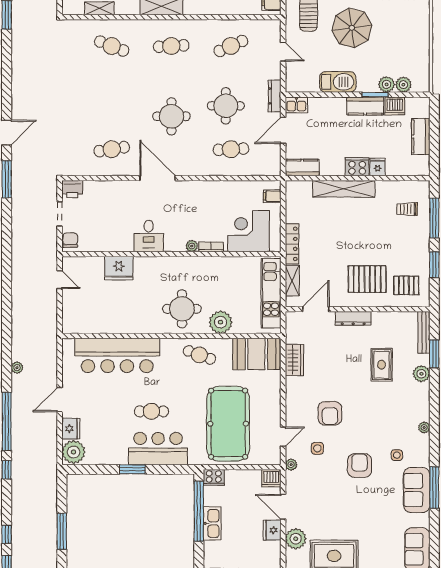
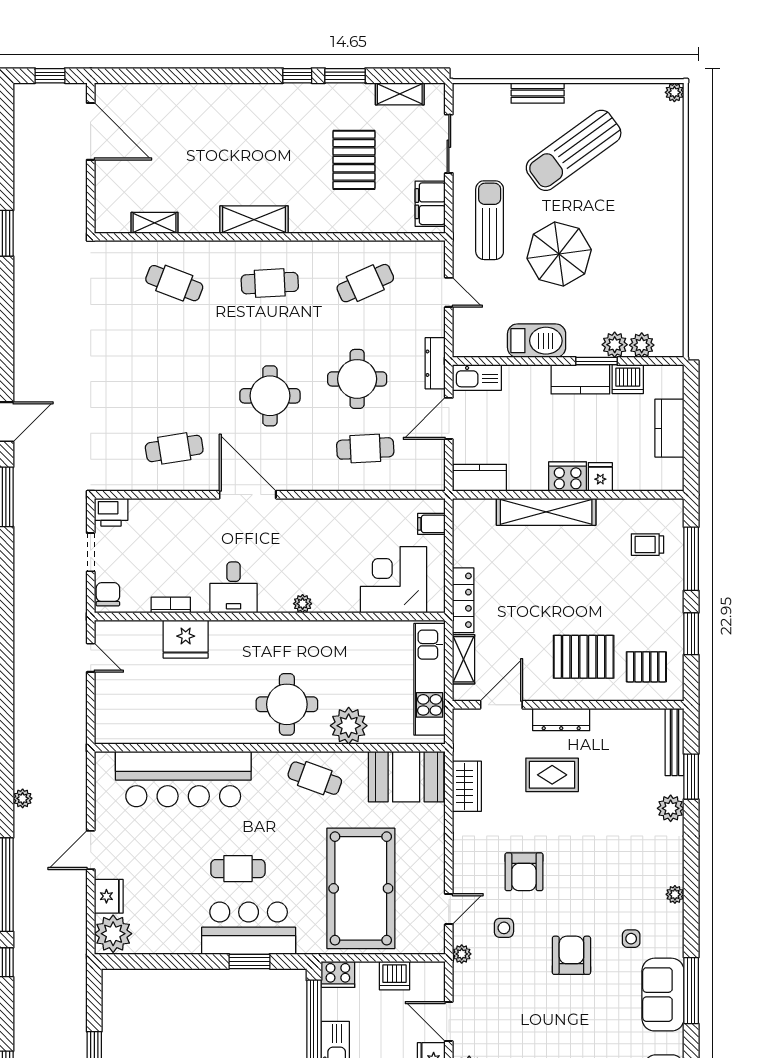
kitchen sink: (296, 105) -> (477, 377), width x1.38
bookcase: (211, 247) -> (171, 605), moved
rug: (382, 365) -> (552, 775), moved, turned 90
window: (132, 469) -> (249, 961), moved
dishwasher: (271, 478) -> (394, 976), moved

